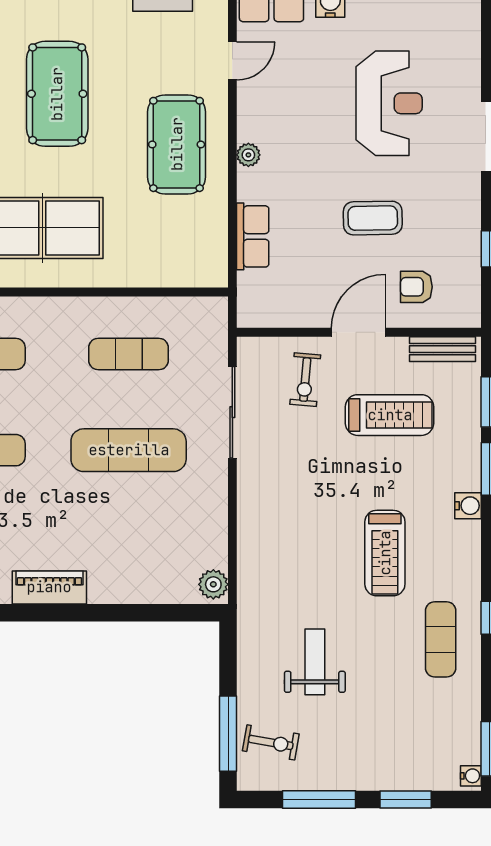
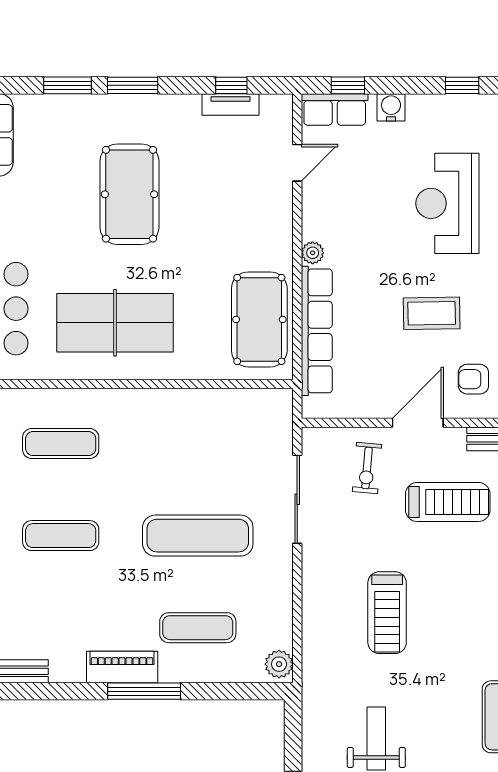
reception desk: (389, 103) -> (447, 203), turned 180
pool table: (177, 144) -> (259, 319), moved
row of seats: (253, 236) -> (317, 331), width x2.02
exercise mat: (129, 354) -> (198, 628), moved
treadmill: (385, 553) -> (387, 613), moved
window: (72, 613) -> (144, 691), added

